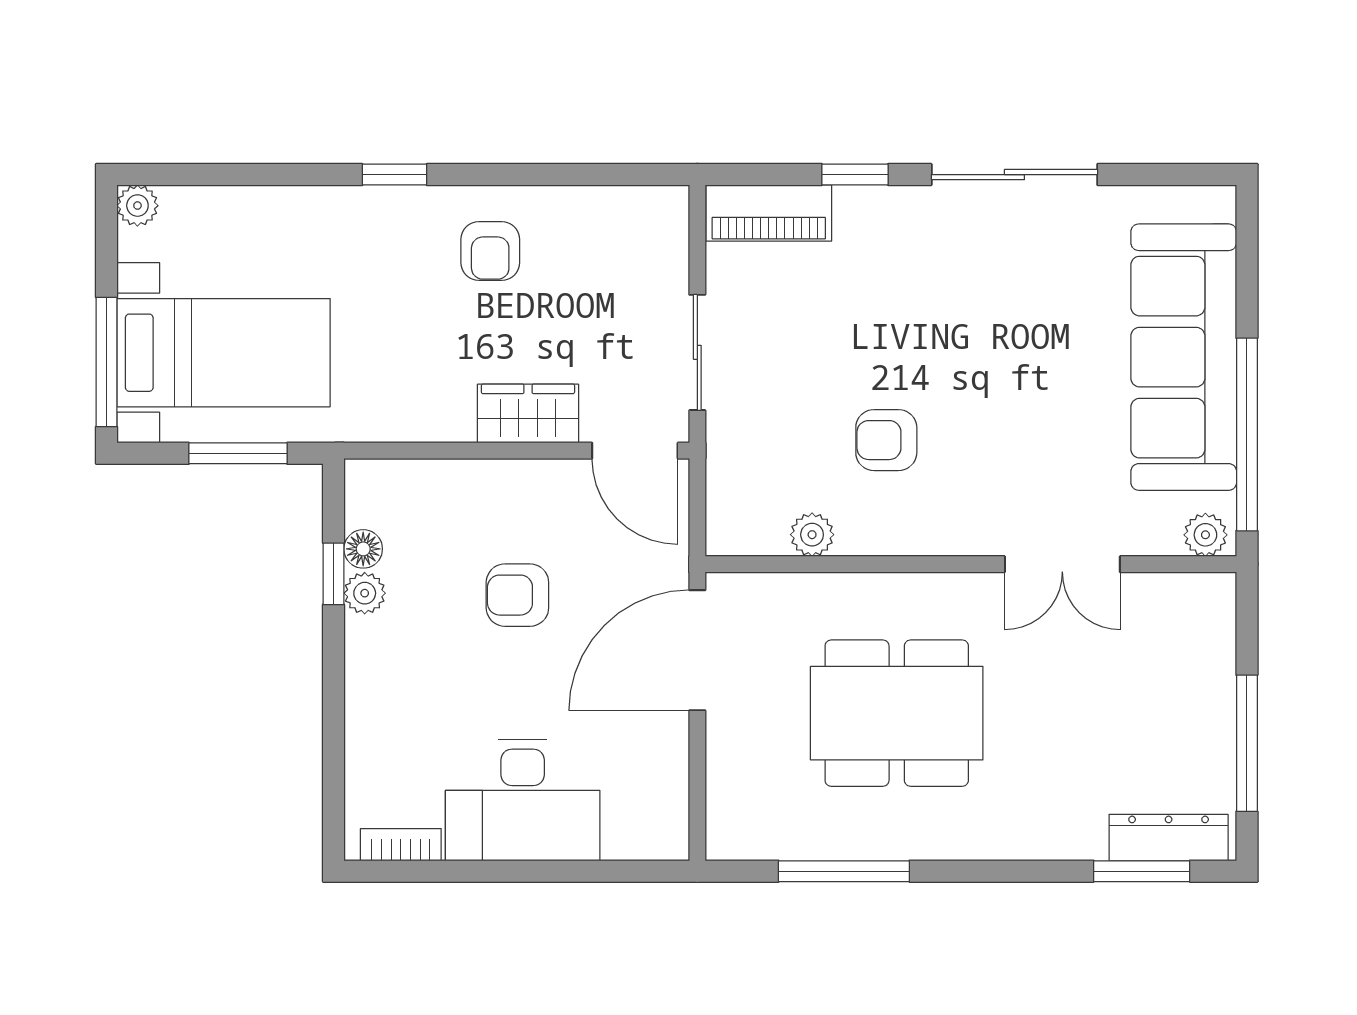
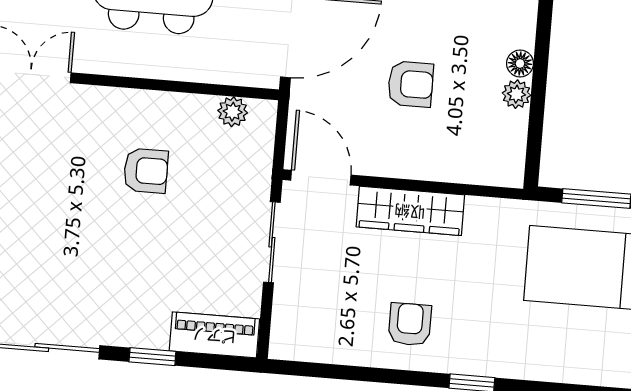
wardrobe: (528, 414) -> (410, 211), width x1.50
plant: (812, 535) -> (233, 112), moved
floor lamp: (363, 549) -> (520, 64), moved
window: (334, 574) -> (537, 109), removed

